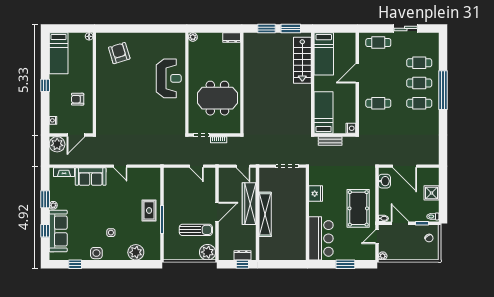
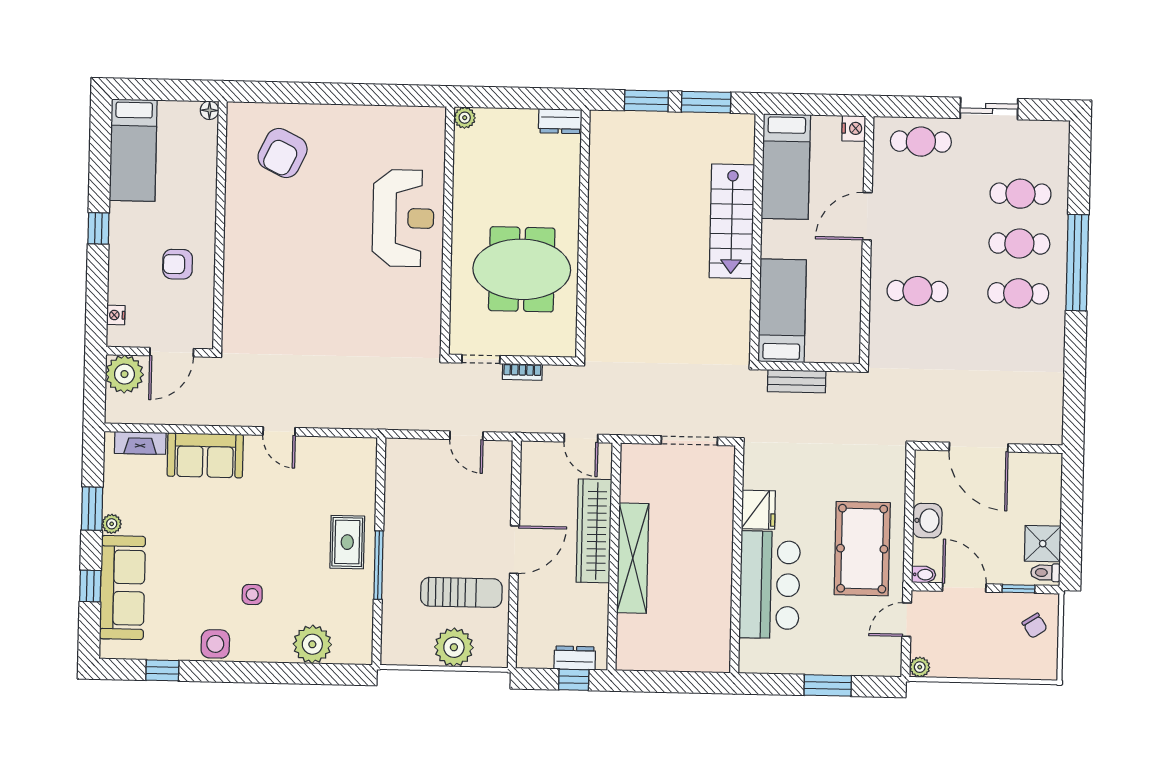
armchair: (119, 53) -> (283, 153), turned -137
stairs: (302, 60) -> (732, 221), moved
nightstand: (351, 128) -> (854, 128), moved
washbasin: (384, 181) -> (927, 521), moved
shower: (432, 193) -> (1043, 544), moved
bar counter: (321, 238) -> (770, 585), moved
plant: (208, 252) -> (454, 647), moved

